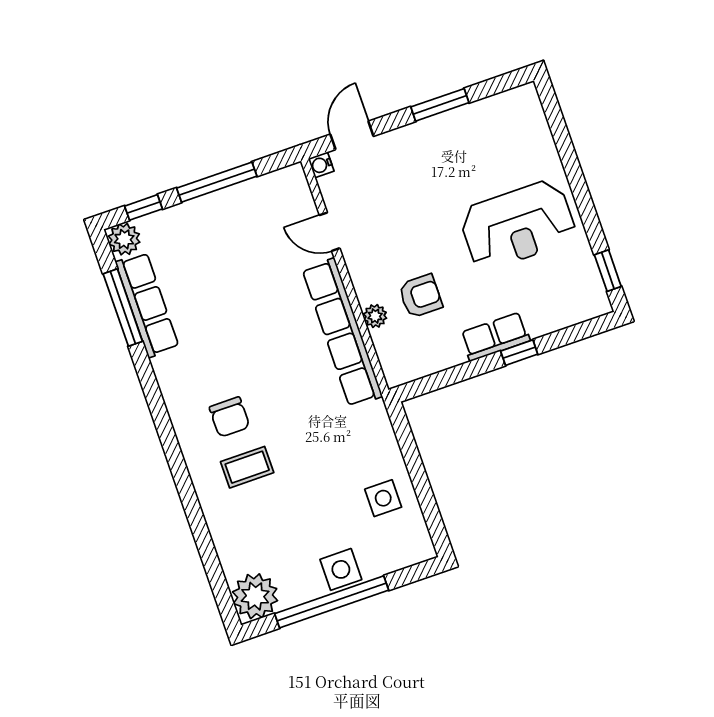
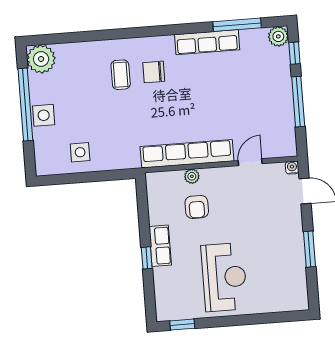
reception desk: (518, 225) -> (224, 277), turned 180
row of seats: (147, 305) -> (207, 42), moved

